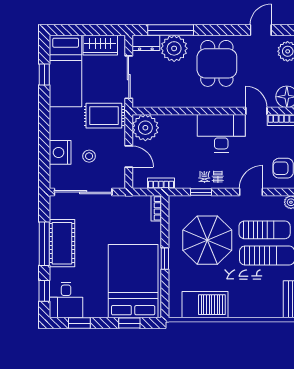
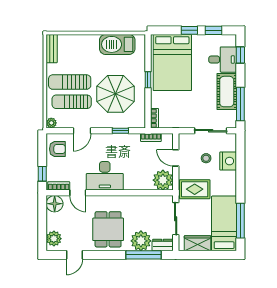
window: (44, 75) -> (240, 221), width x2.17
sliding door: (83, 192) -> (211, 131), width x0.73
window: (44, 244) -> (240, 104), moved
desk: (66, 300) -> (223, 60), moved, turned 90
window: (129, 323) -> (189, 30), moved

